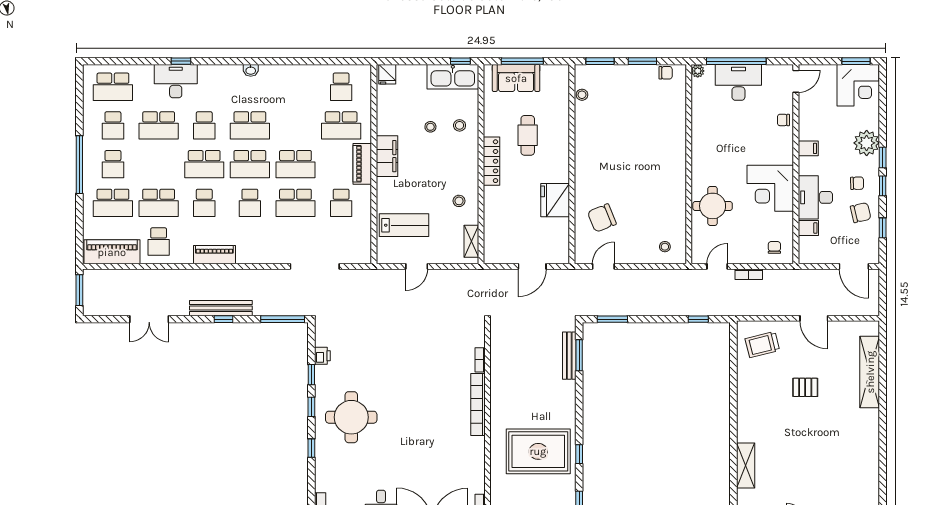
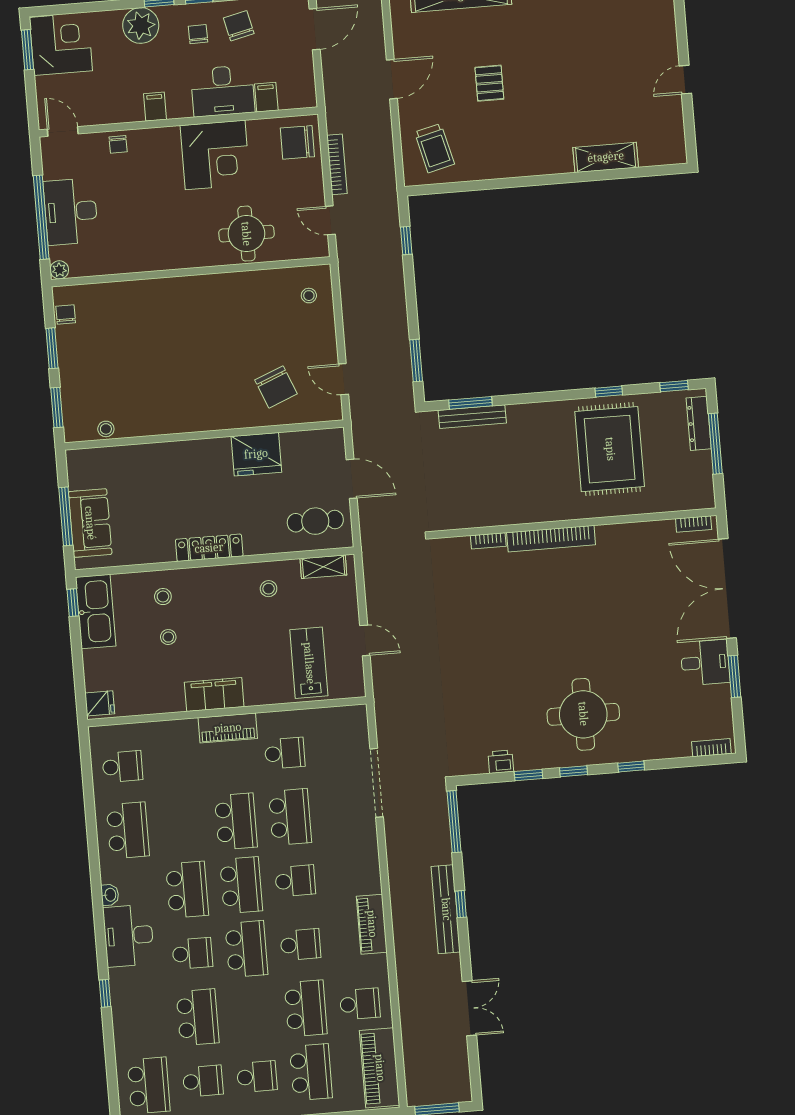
desk: (176, 81) -> (129, 936), moved
school desk: (341, 125) -> (128, 830), moved
cafe table: (528, 135) -> (315, 521), moved
chair: (774, 247) -> (297, 142), width x1.87, depth x1.87
bookcase: (749, 274) -> (337, 164), width x1.56

